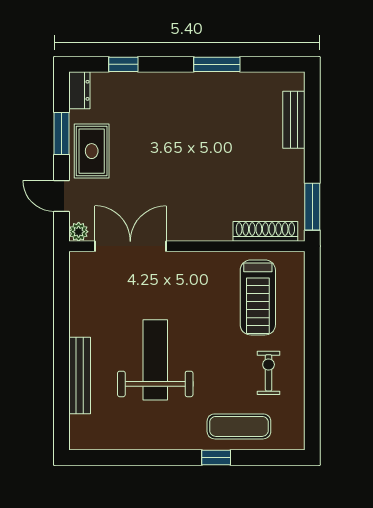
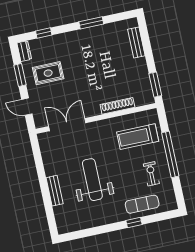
rug: (92, 151) -> (48, 73), moved, turned 90
shoe rack: (265, 231) -> (117, 106), moved
plant: (79, 232) -> (39, 123), removed
treadmill: (258, 297) -> (138, 137), turned 90
window: (312, 344) -> (170, 154), added
bench: (80, 376) -> (55, 191), width x0.73

